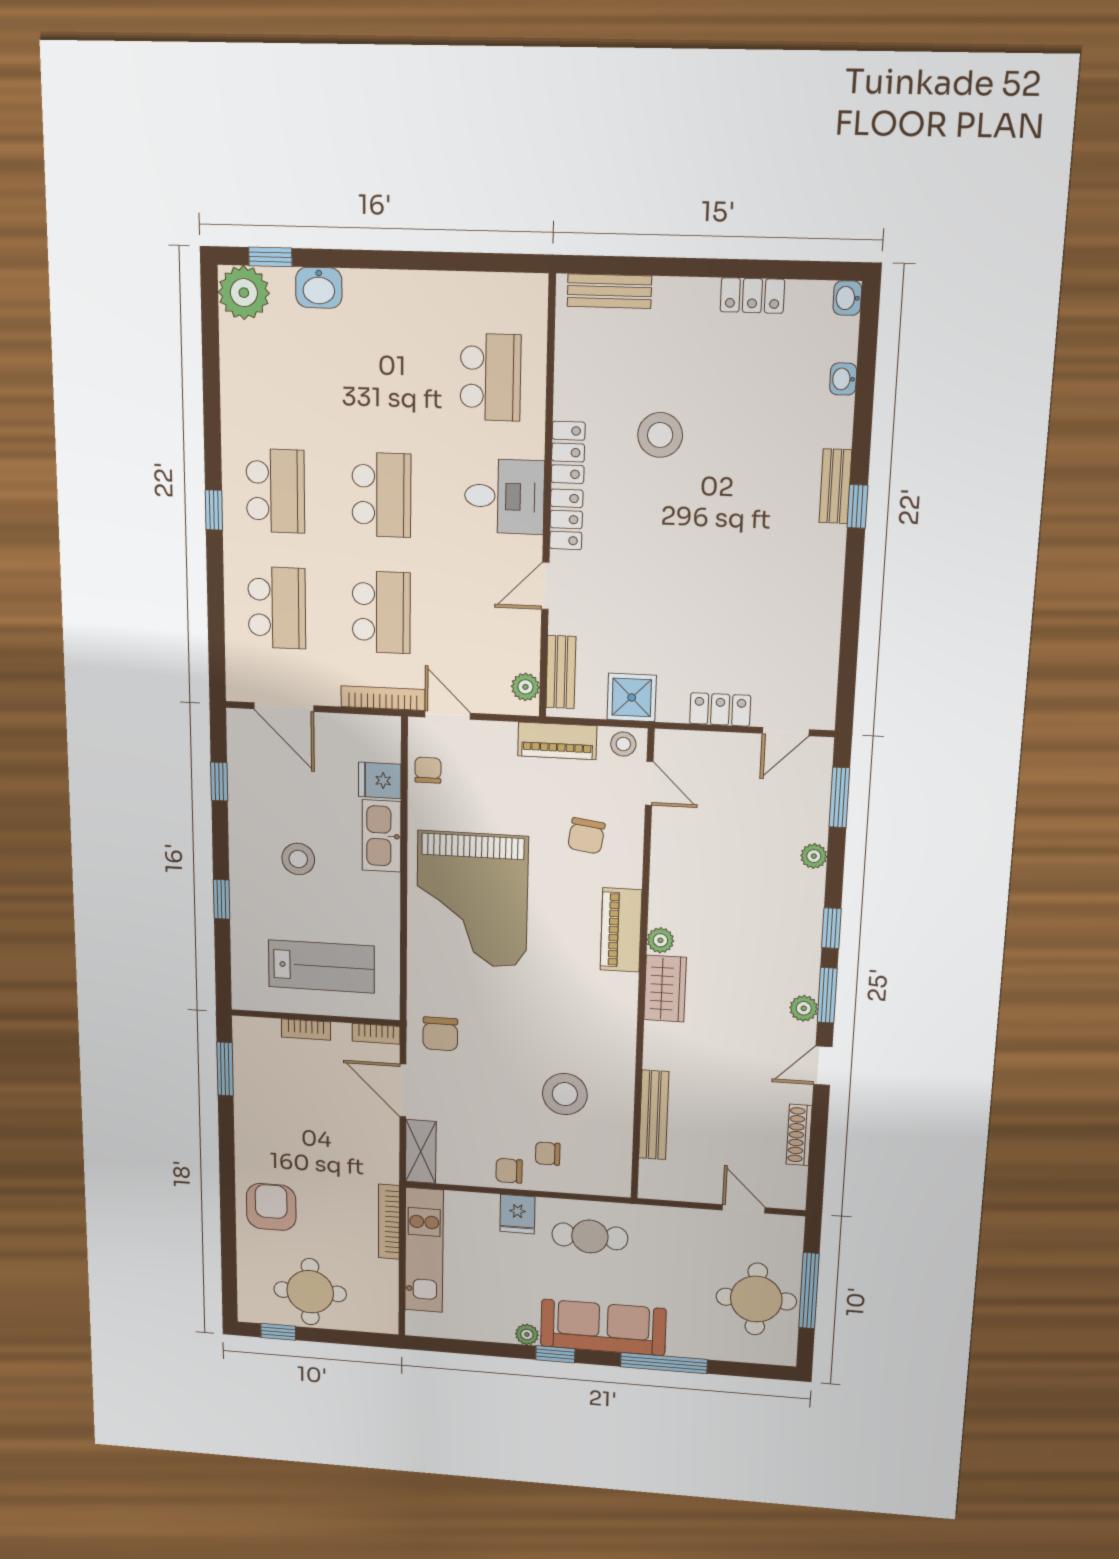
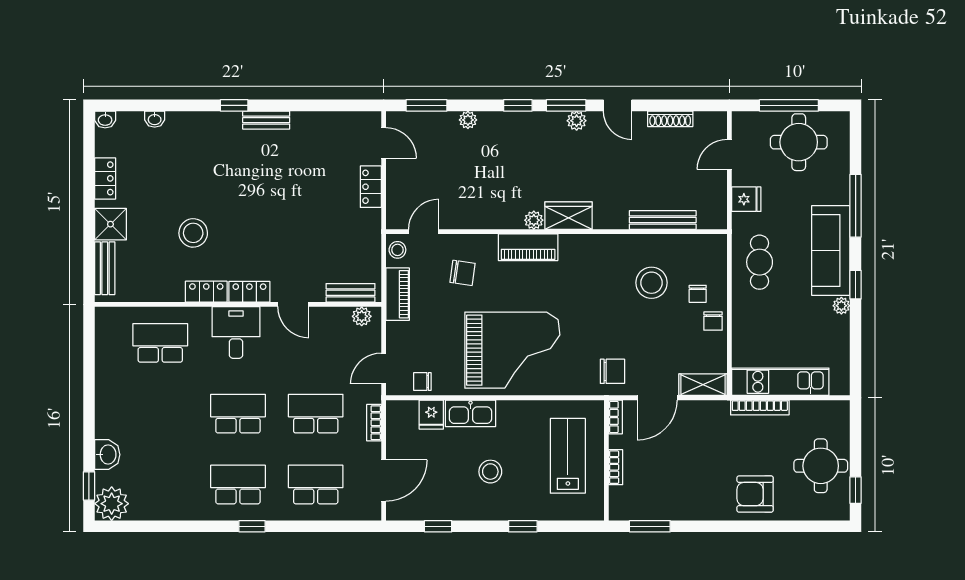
bench: (835, 486) -> (266, 120), moved
shower: (632, 697) -> (110, 224), moved
bookcase: (383, 698) -> (374, 423), width x0.64
fridge: (517, 1214) -> (746, 199), moved

